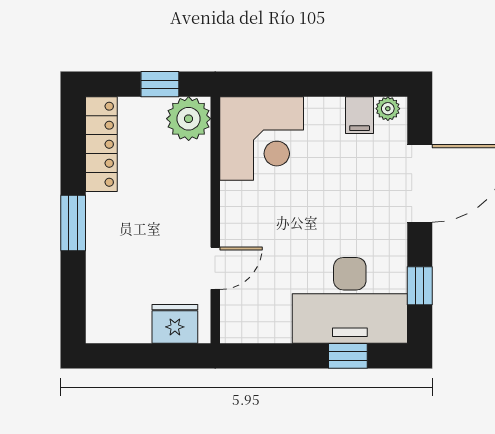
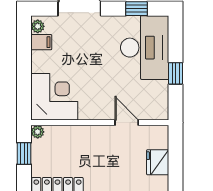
plant: (189, 119) -> (38, 132), width x0.53, depth x0.53
fridge: (175, 324) -> (158, 162), moved
window: (348, 356) -> (176, 73), moved

